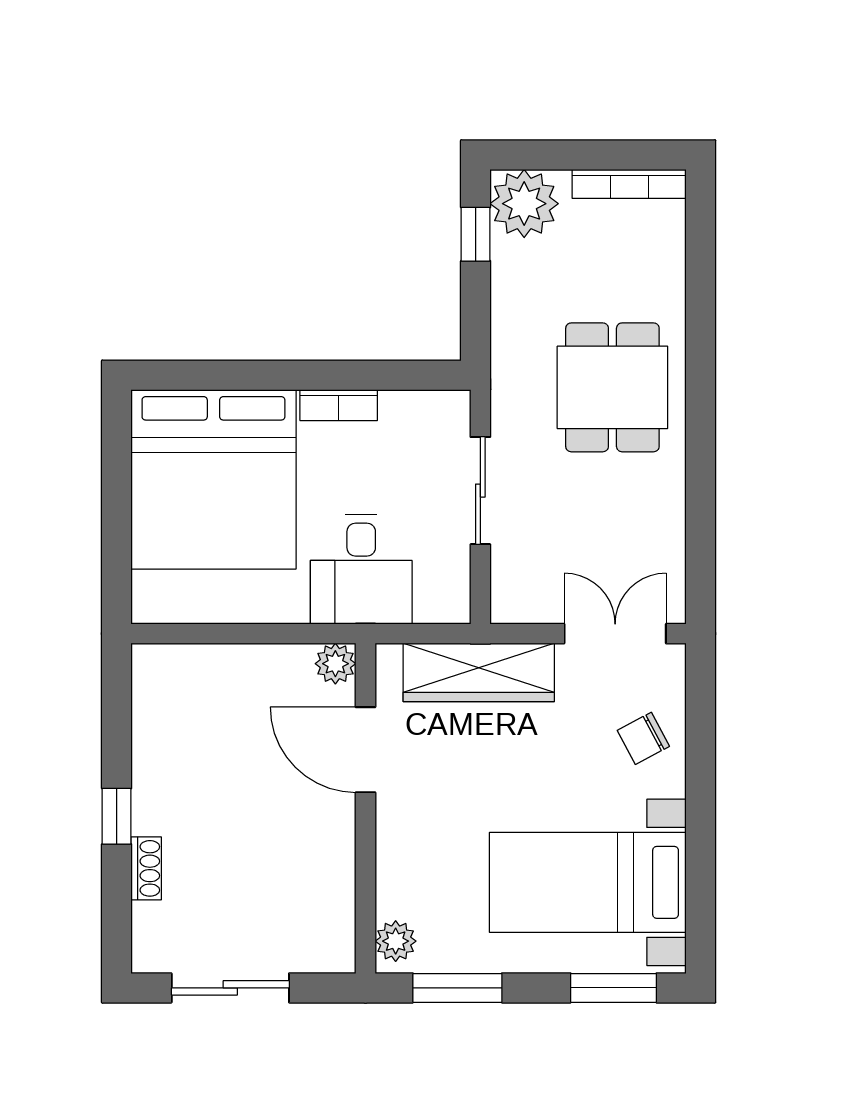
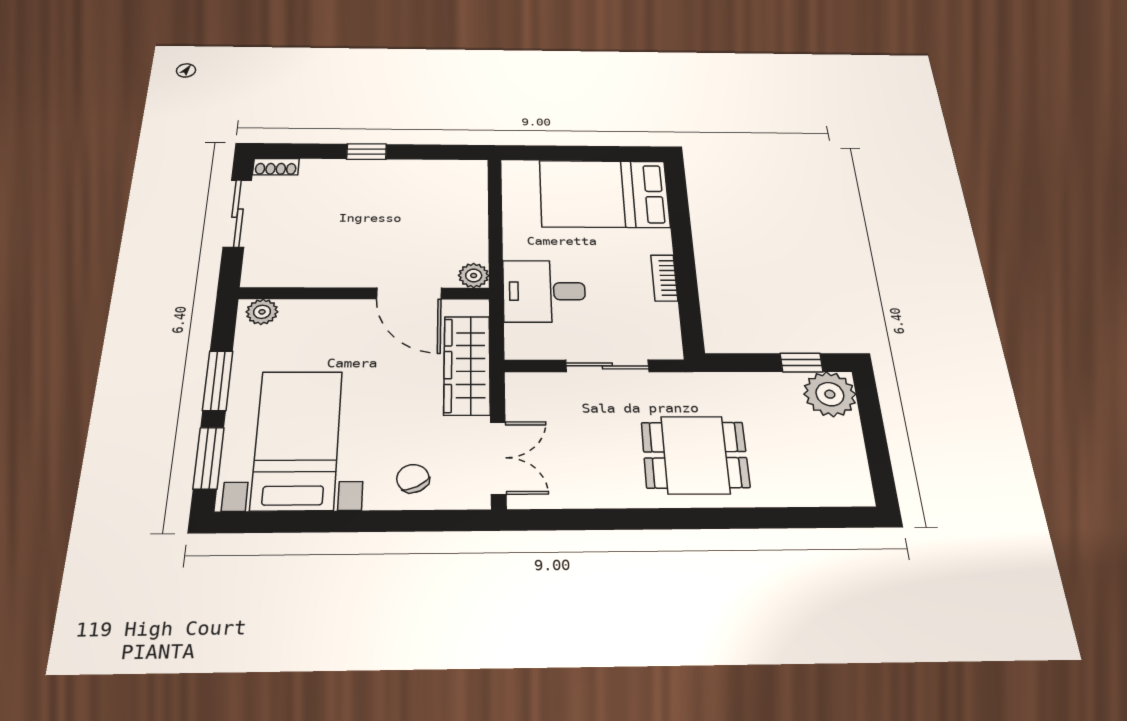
bookcase: (629, 184) -> (857, 466), removed
bed: (213, 479) -> (604, 194), width x0.73
door: (365, 750) -> (409, 293), swing flipped
shoe rack: (146, 868) -> (276, 167), moved
window: (457, 988) -> (218, 381), moved

